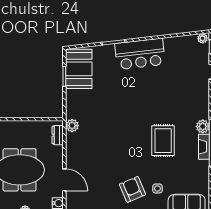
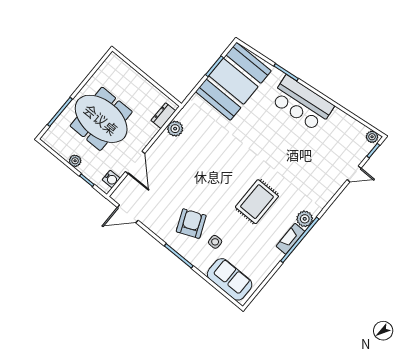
booth: (79, 69) -> (233, 81), width x1.36, depth x1.42
plant: (72, 126) -> (175, 129), moved

